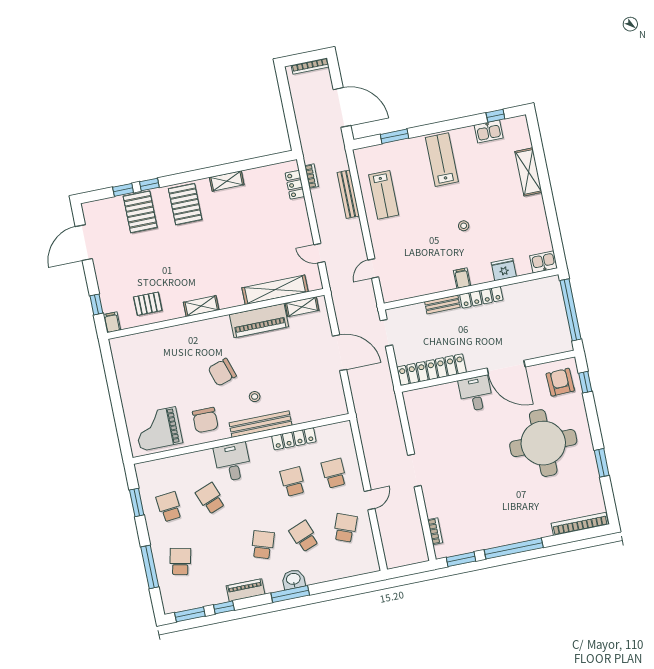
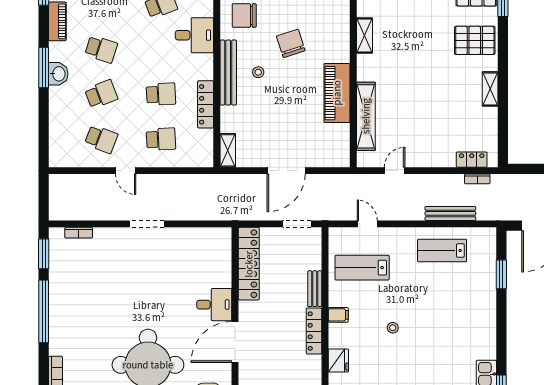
lab bench: (442, 160) -> (362, 268), moved, turned 180
shelving: (302, 307) -> (228, 150), moved

